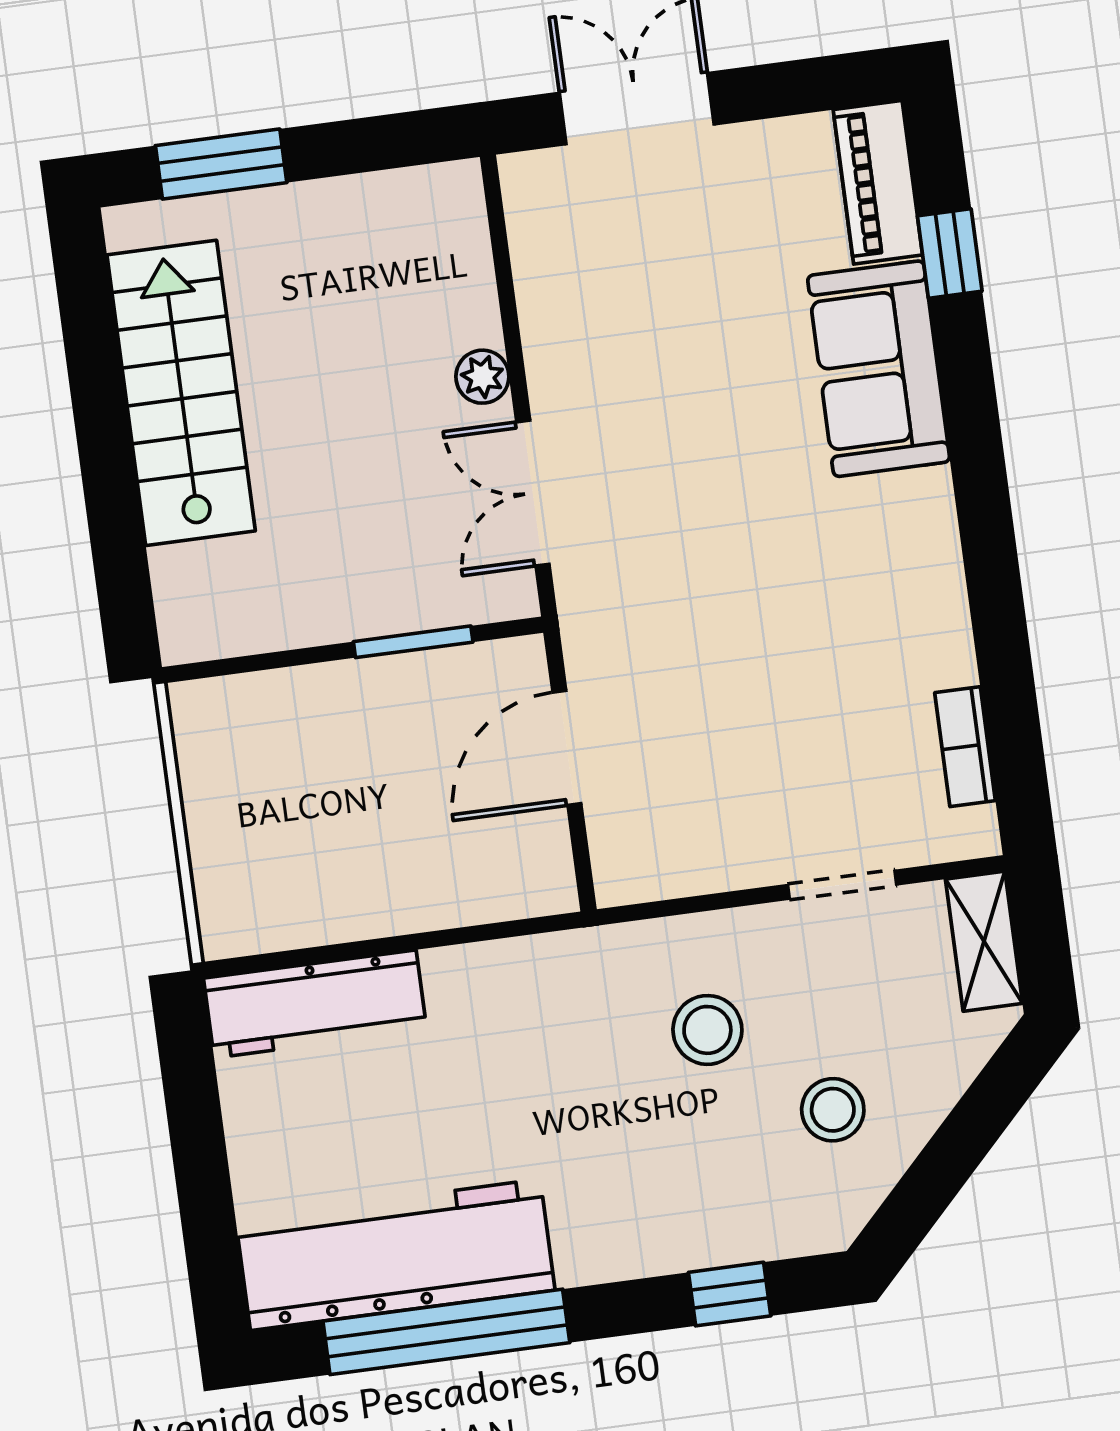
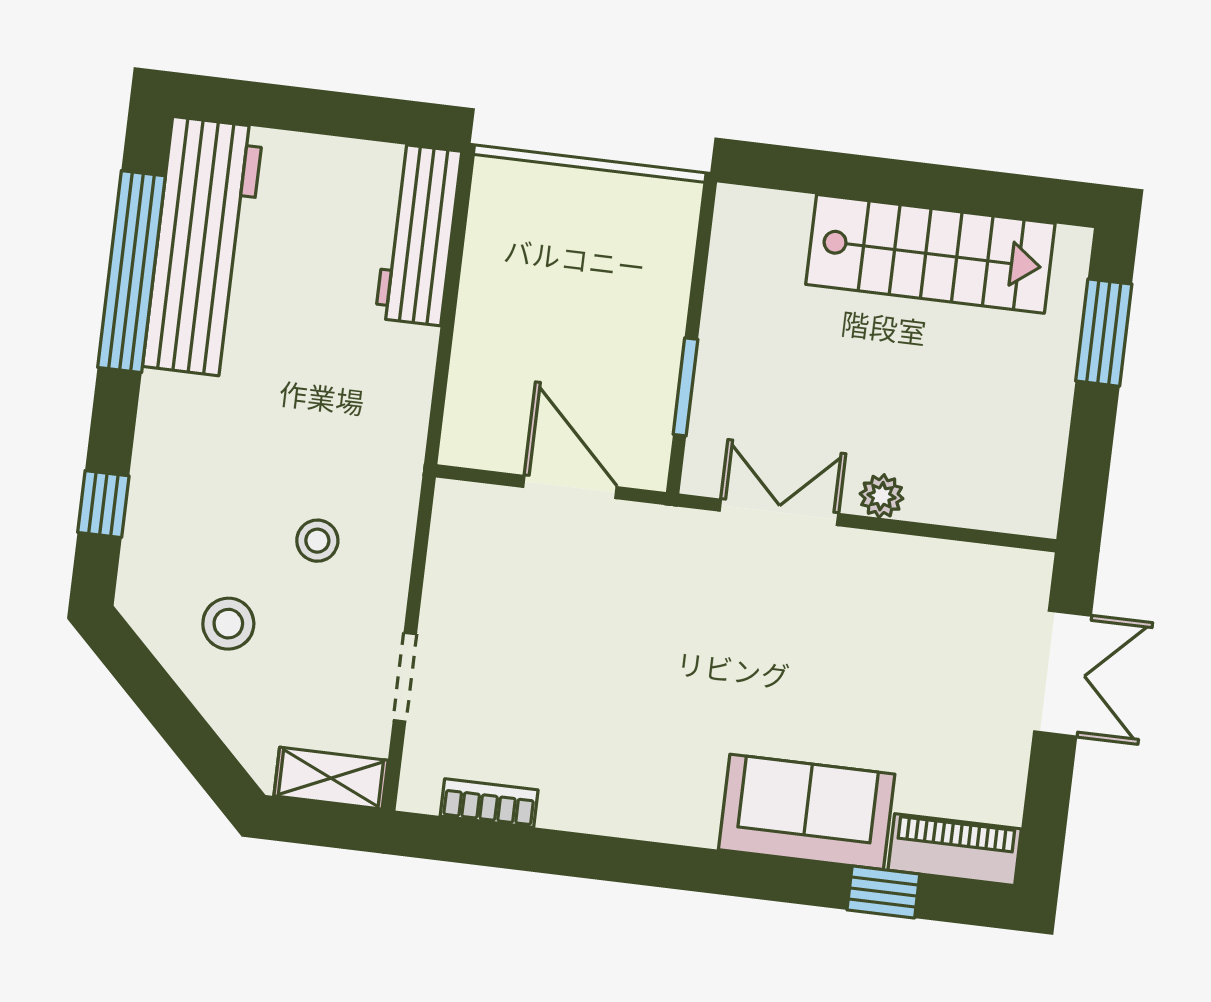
stool: (707, 1030) -> (317, 541), width x0.73, depth x0.73

